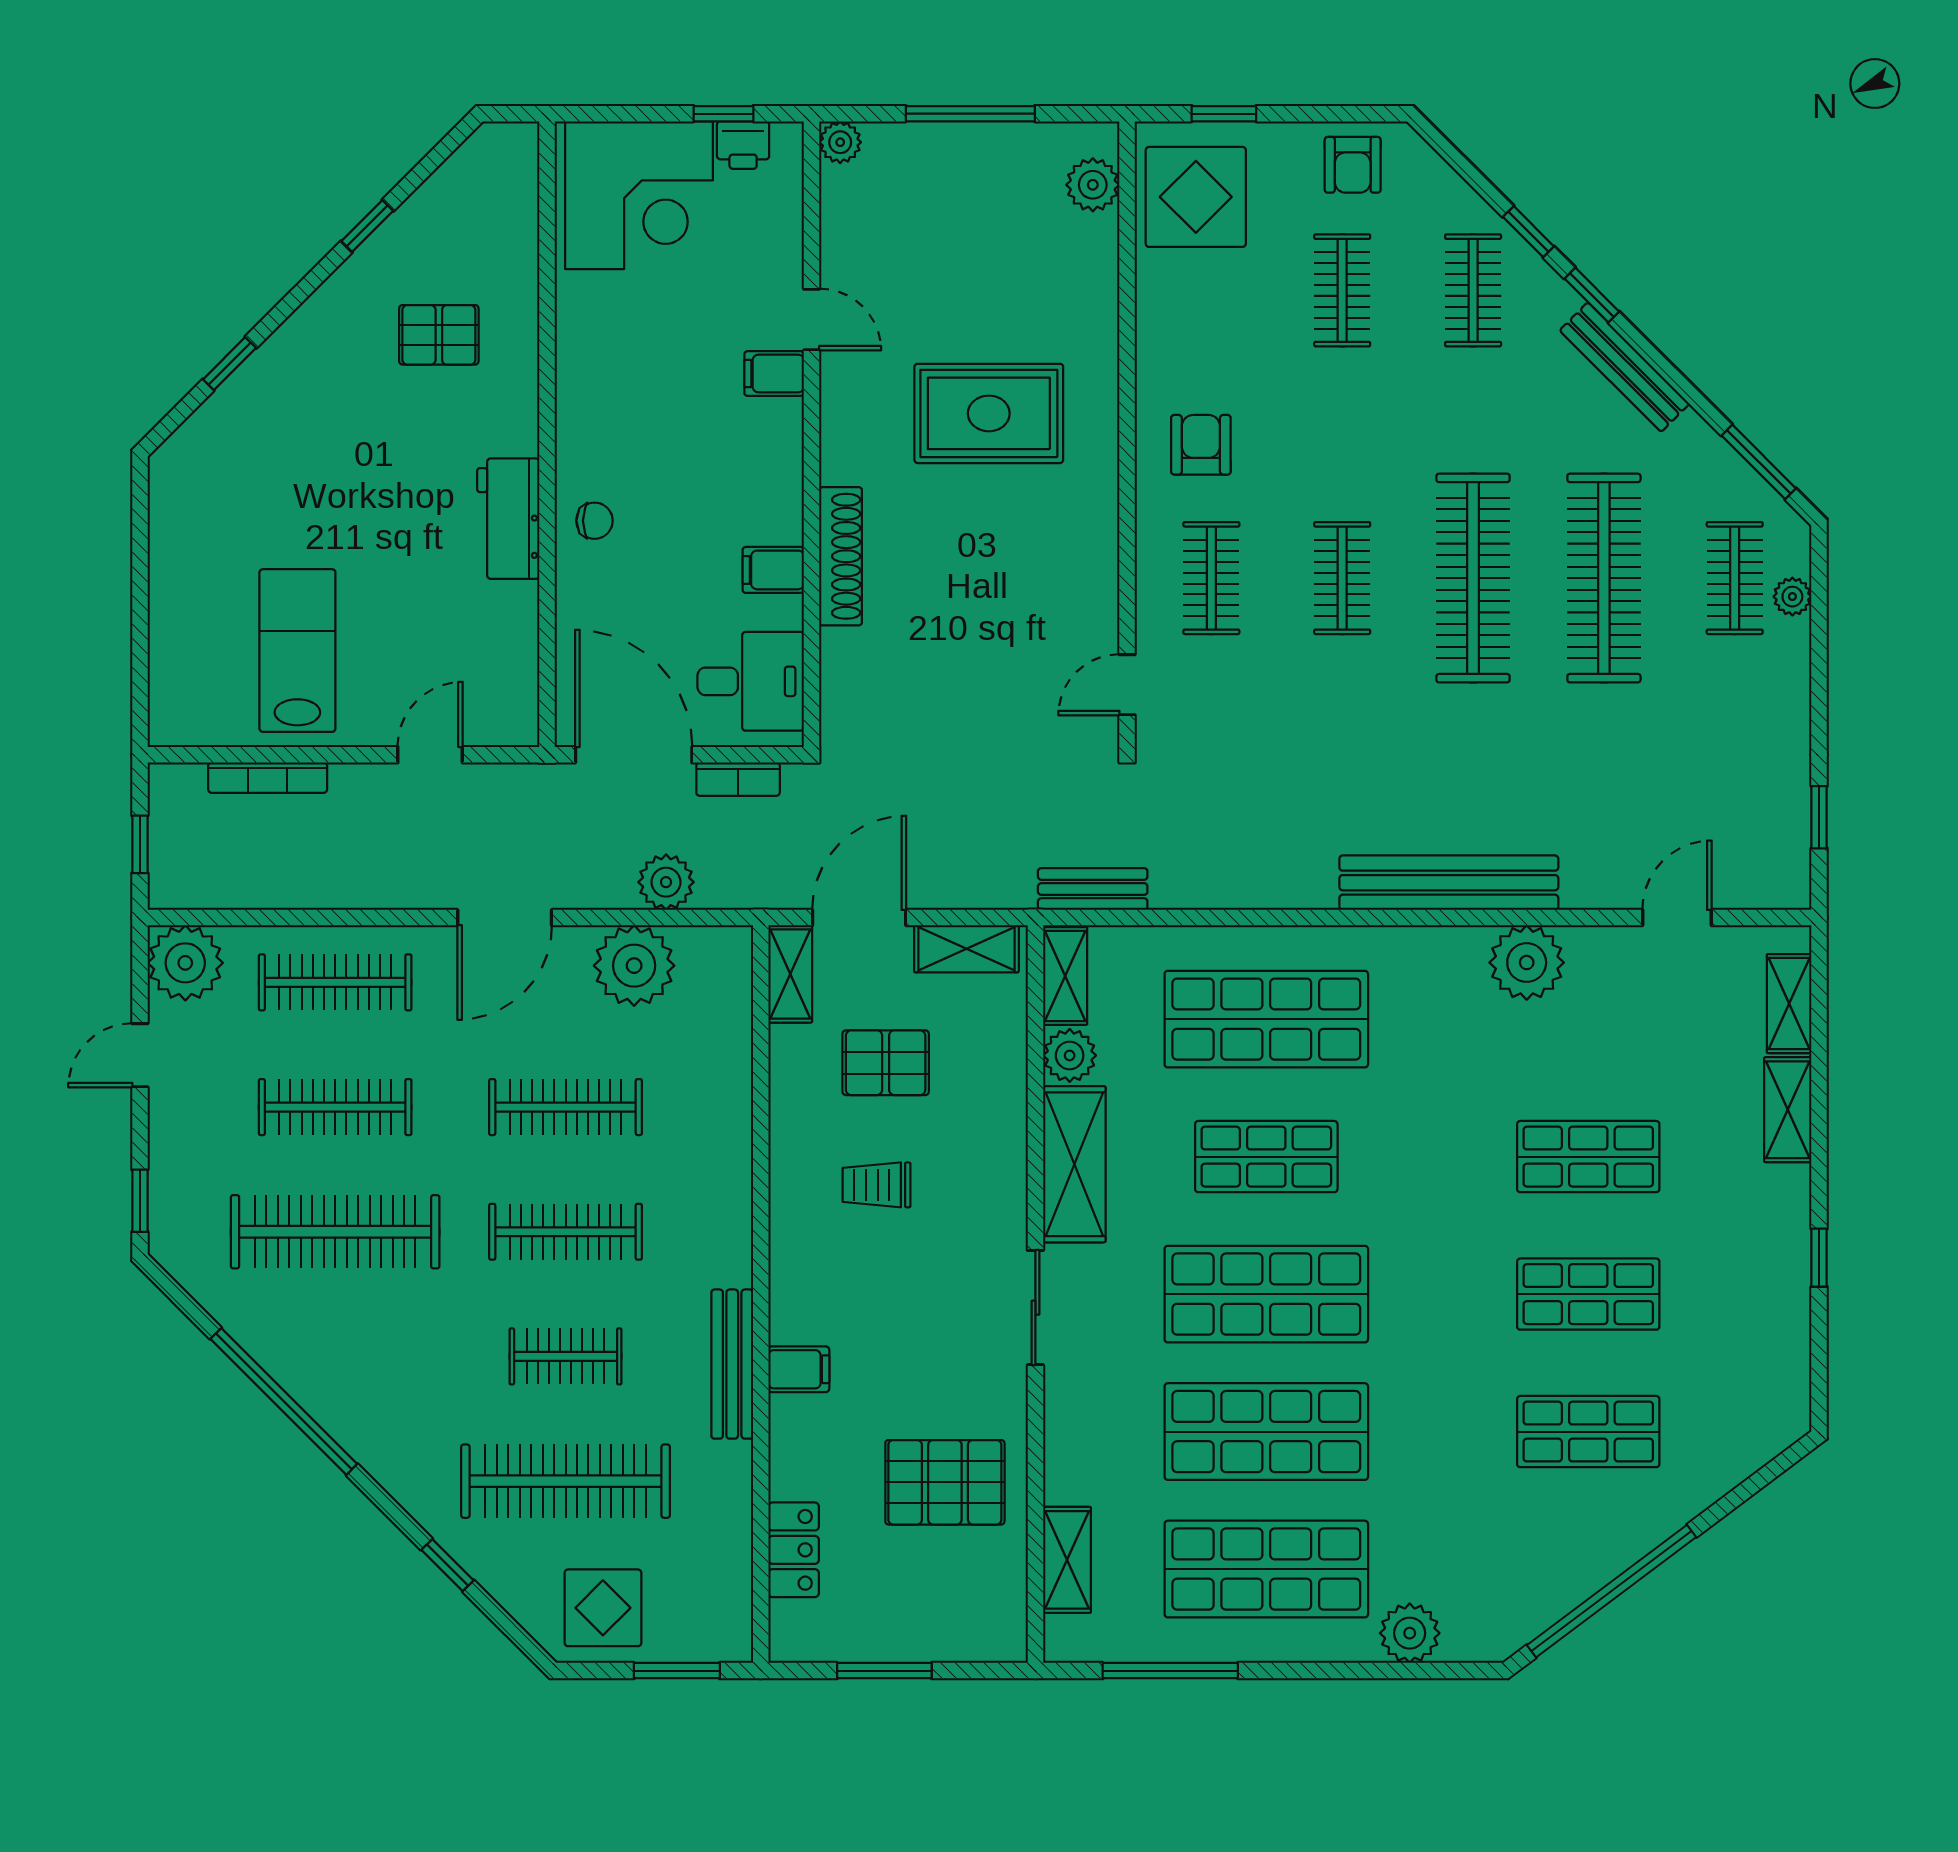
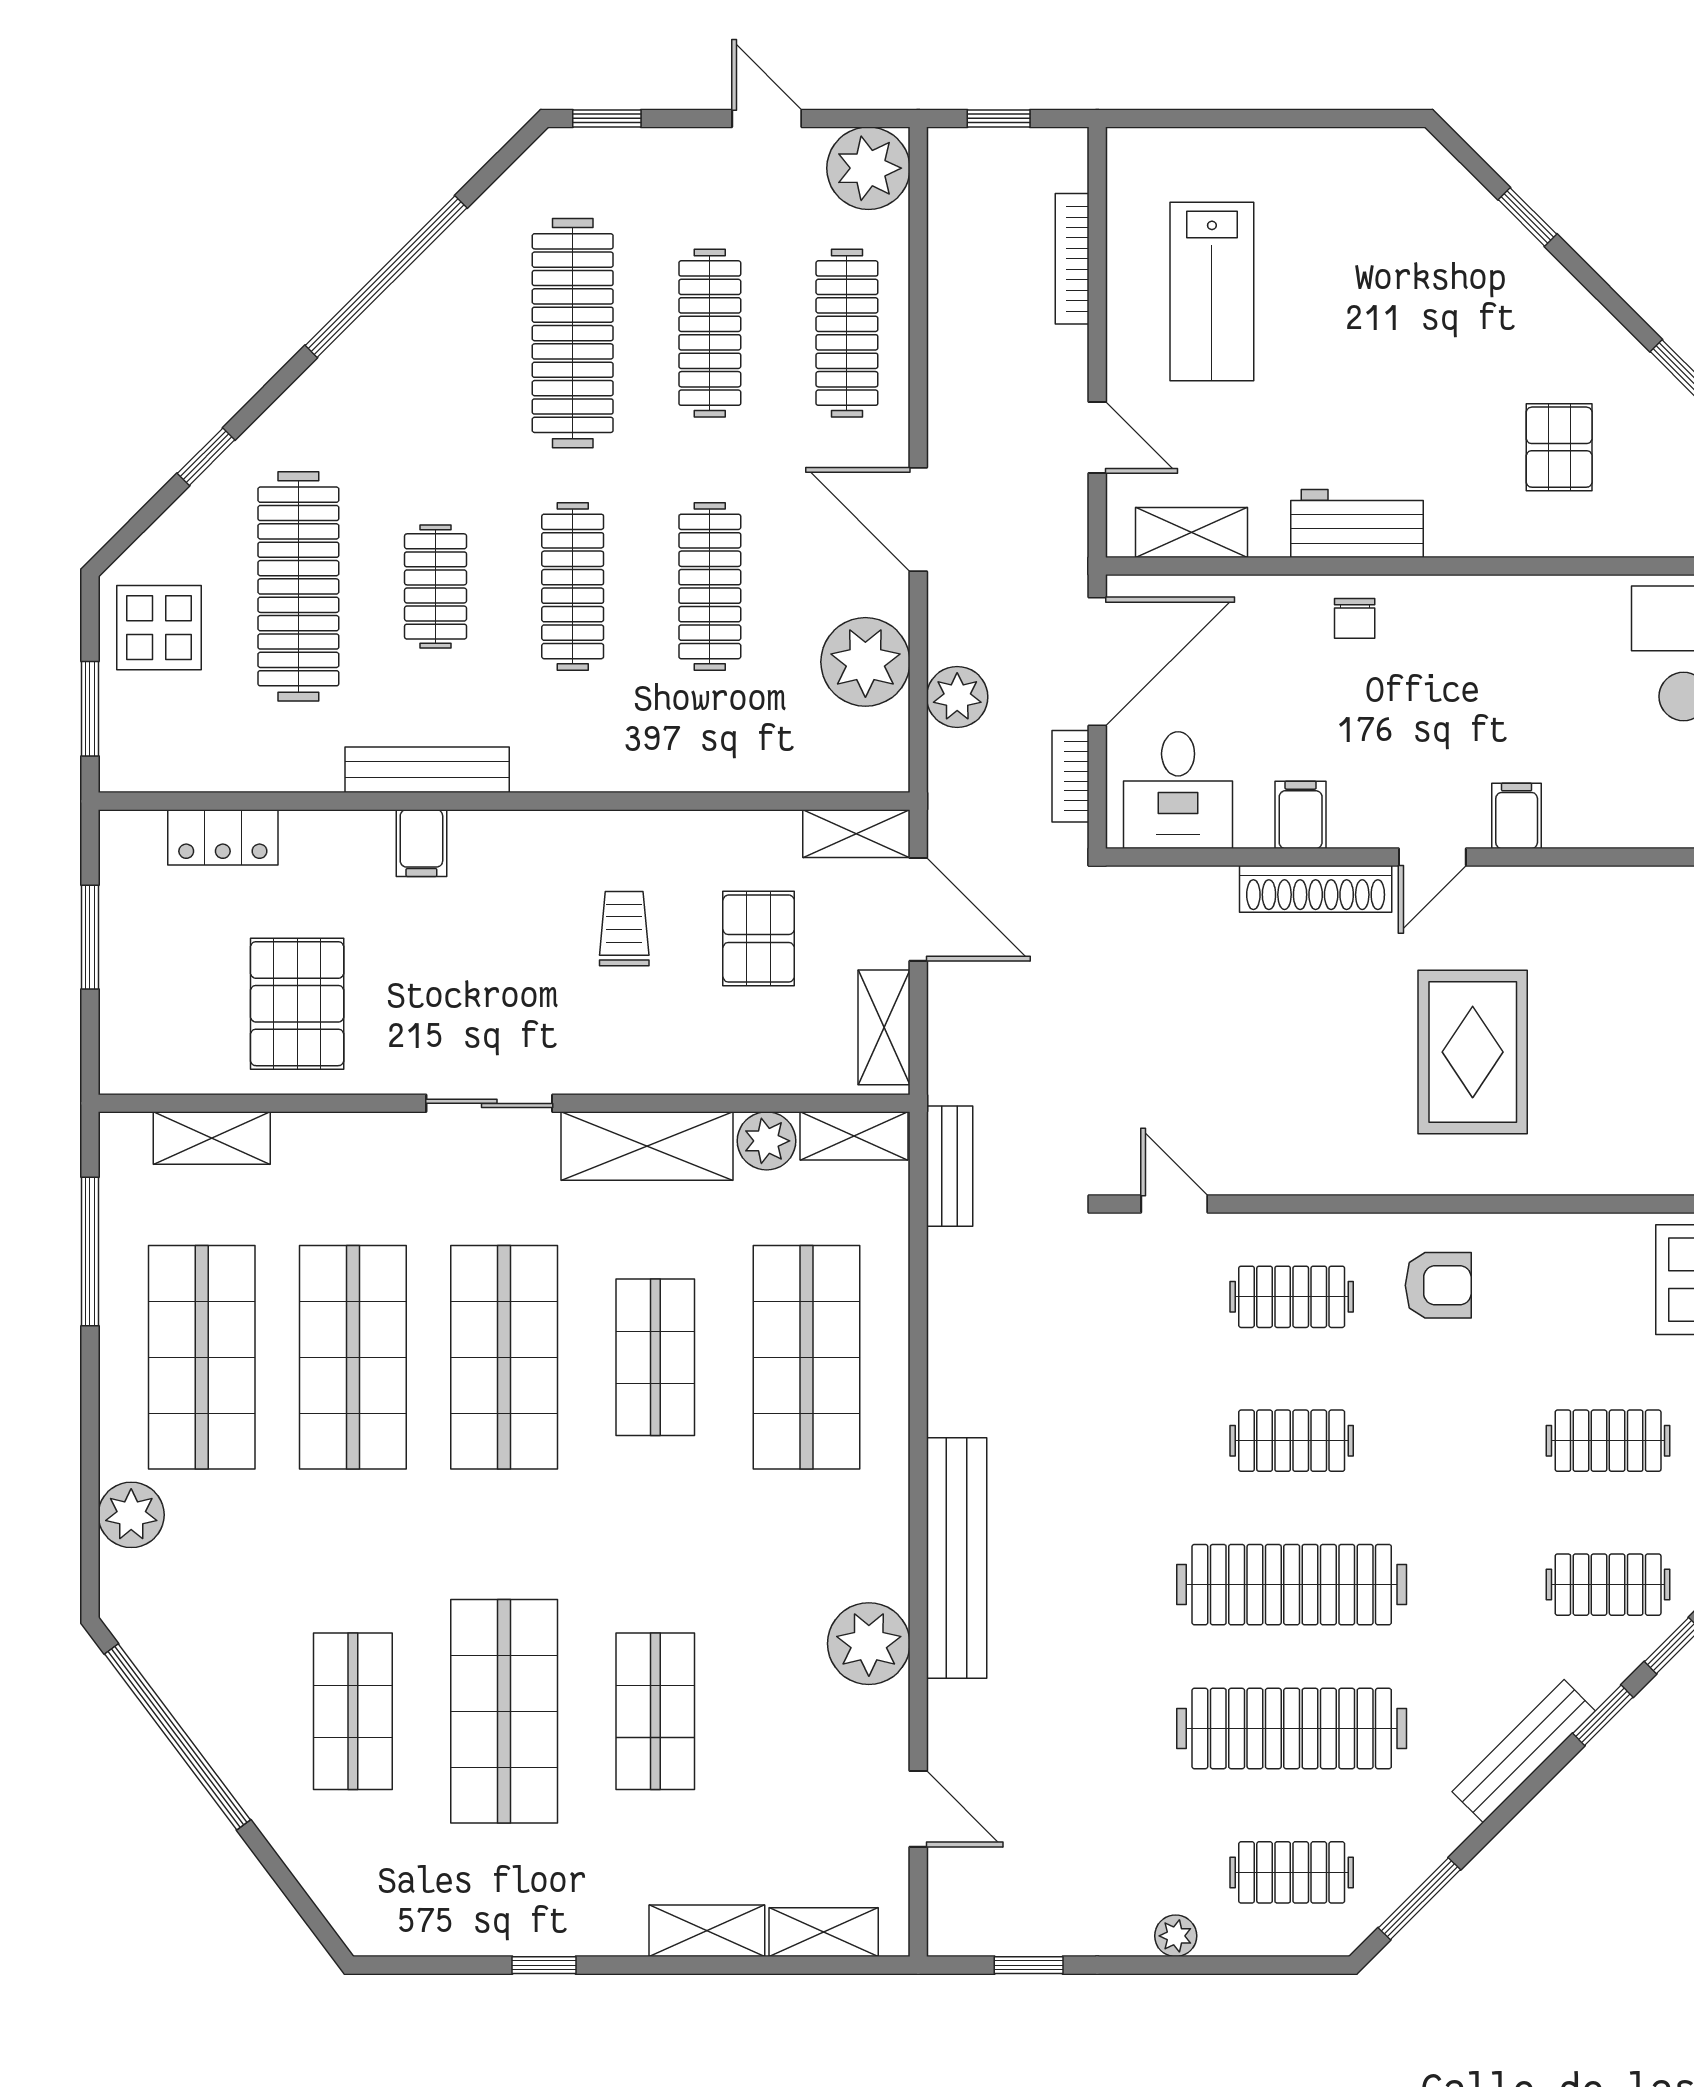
door: (812, 320) -> (1432, 857), moved
plant: (1792, 597) -> (1176, 1936), moved
lab bench: (297, 651) -> (1212, 292), turned 90
shelving: (517, 669) -> (1191, 533), added
shop shelf: (1588, 1294) -> (504, 1711), width x1.43, depth x1.36

